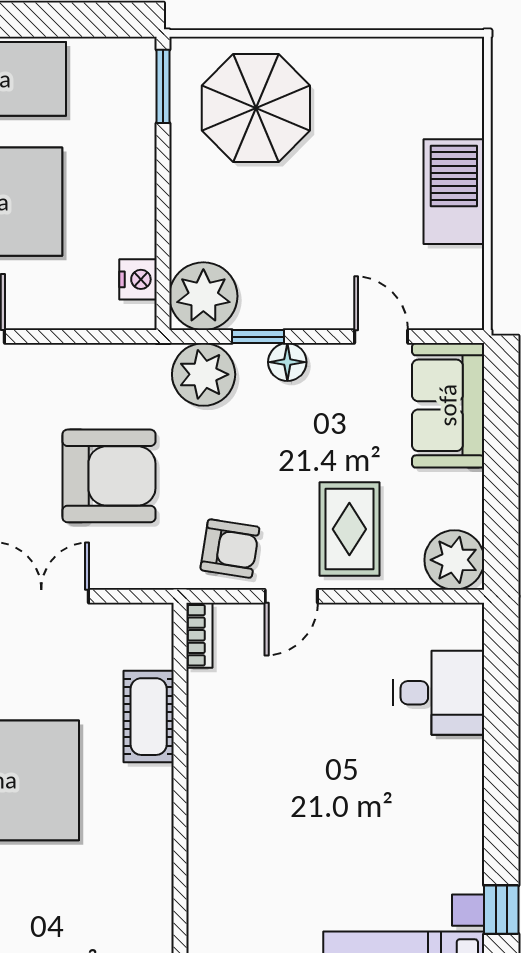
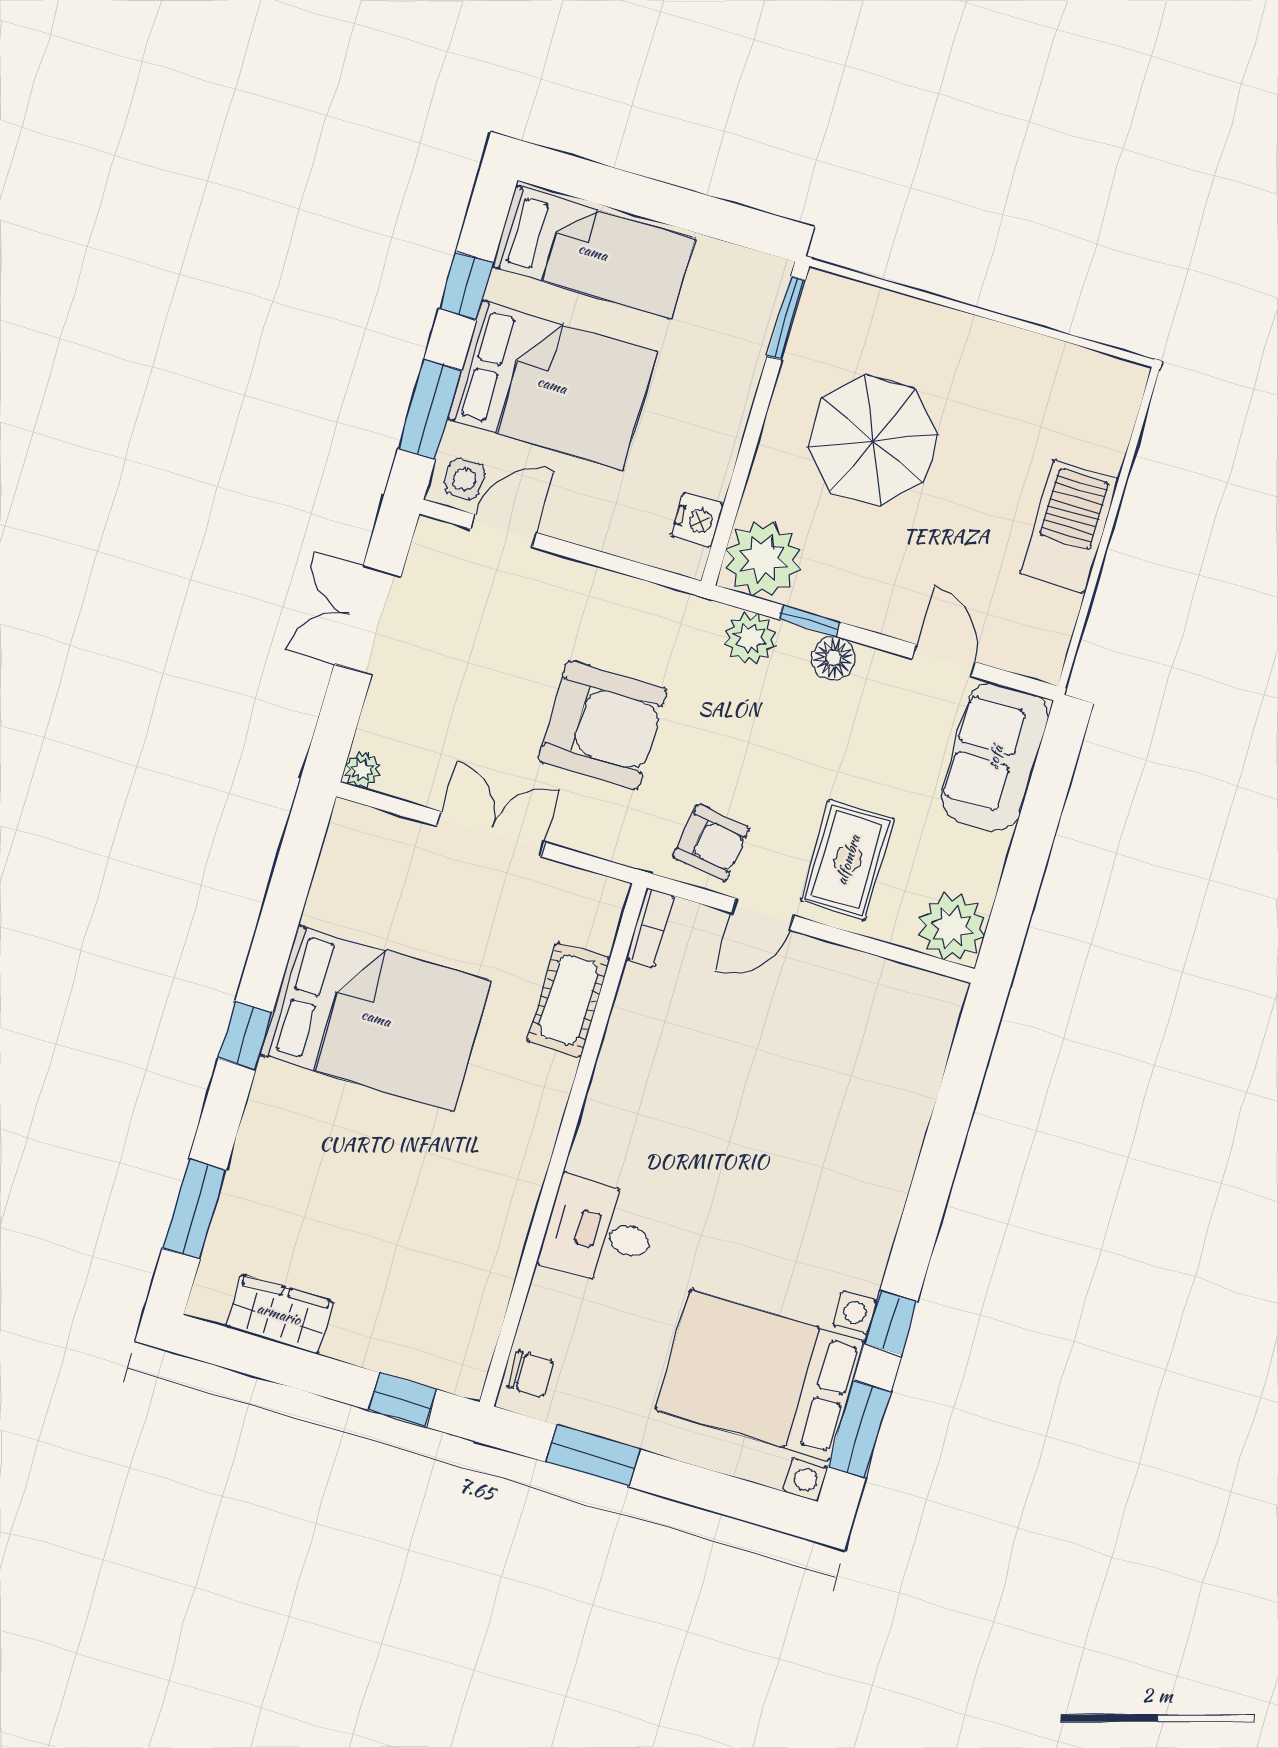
parasol: (256, 108) -> (873, 440), moved
plant: (204, 374) -> (750, 638), width x0.73, depth x0.73
desk: (439, 693) -> (599, 1232), moved, turned 180

